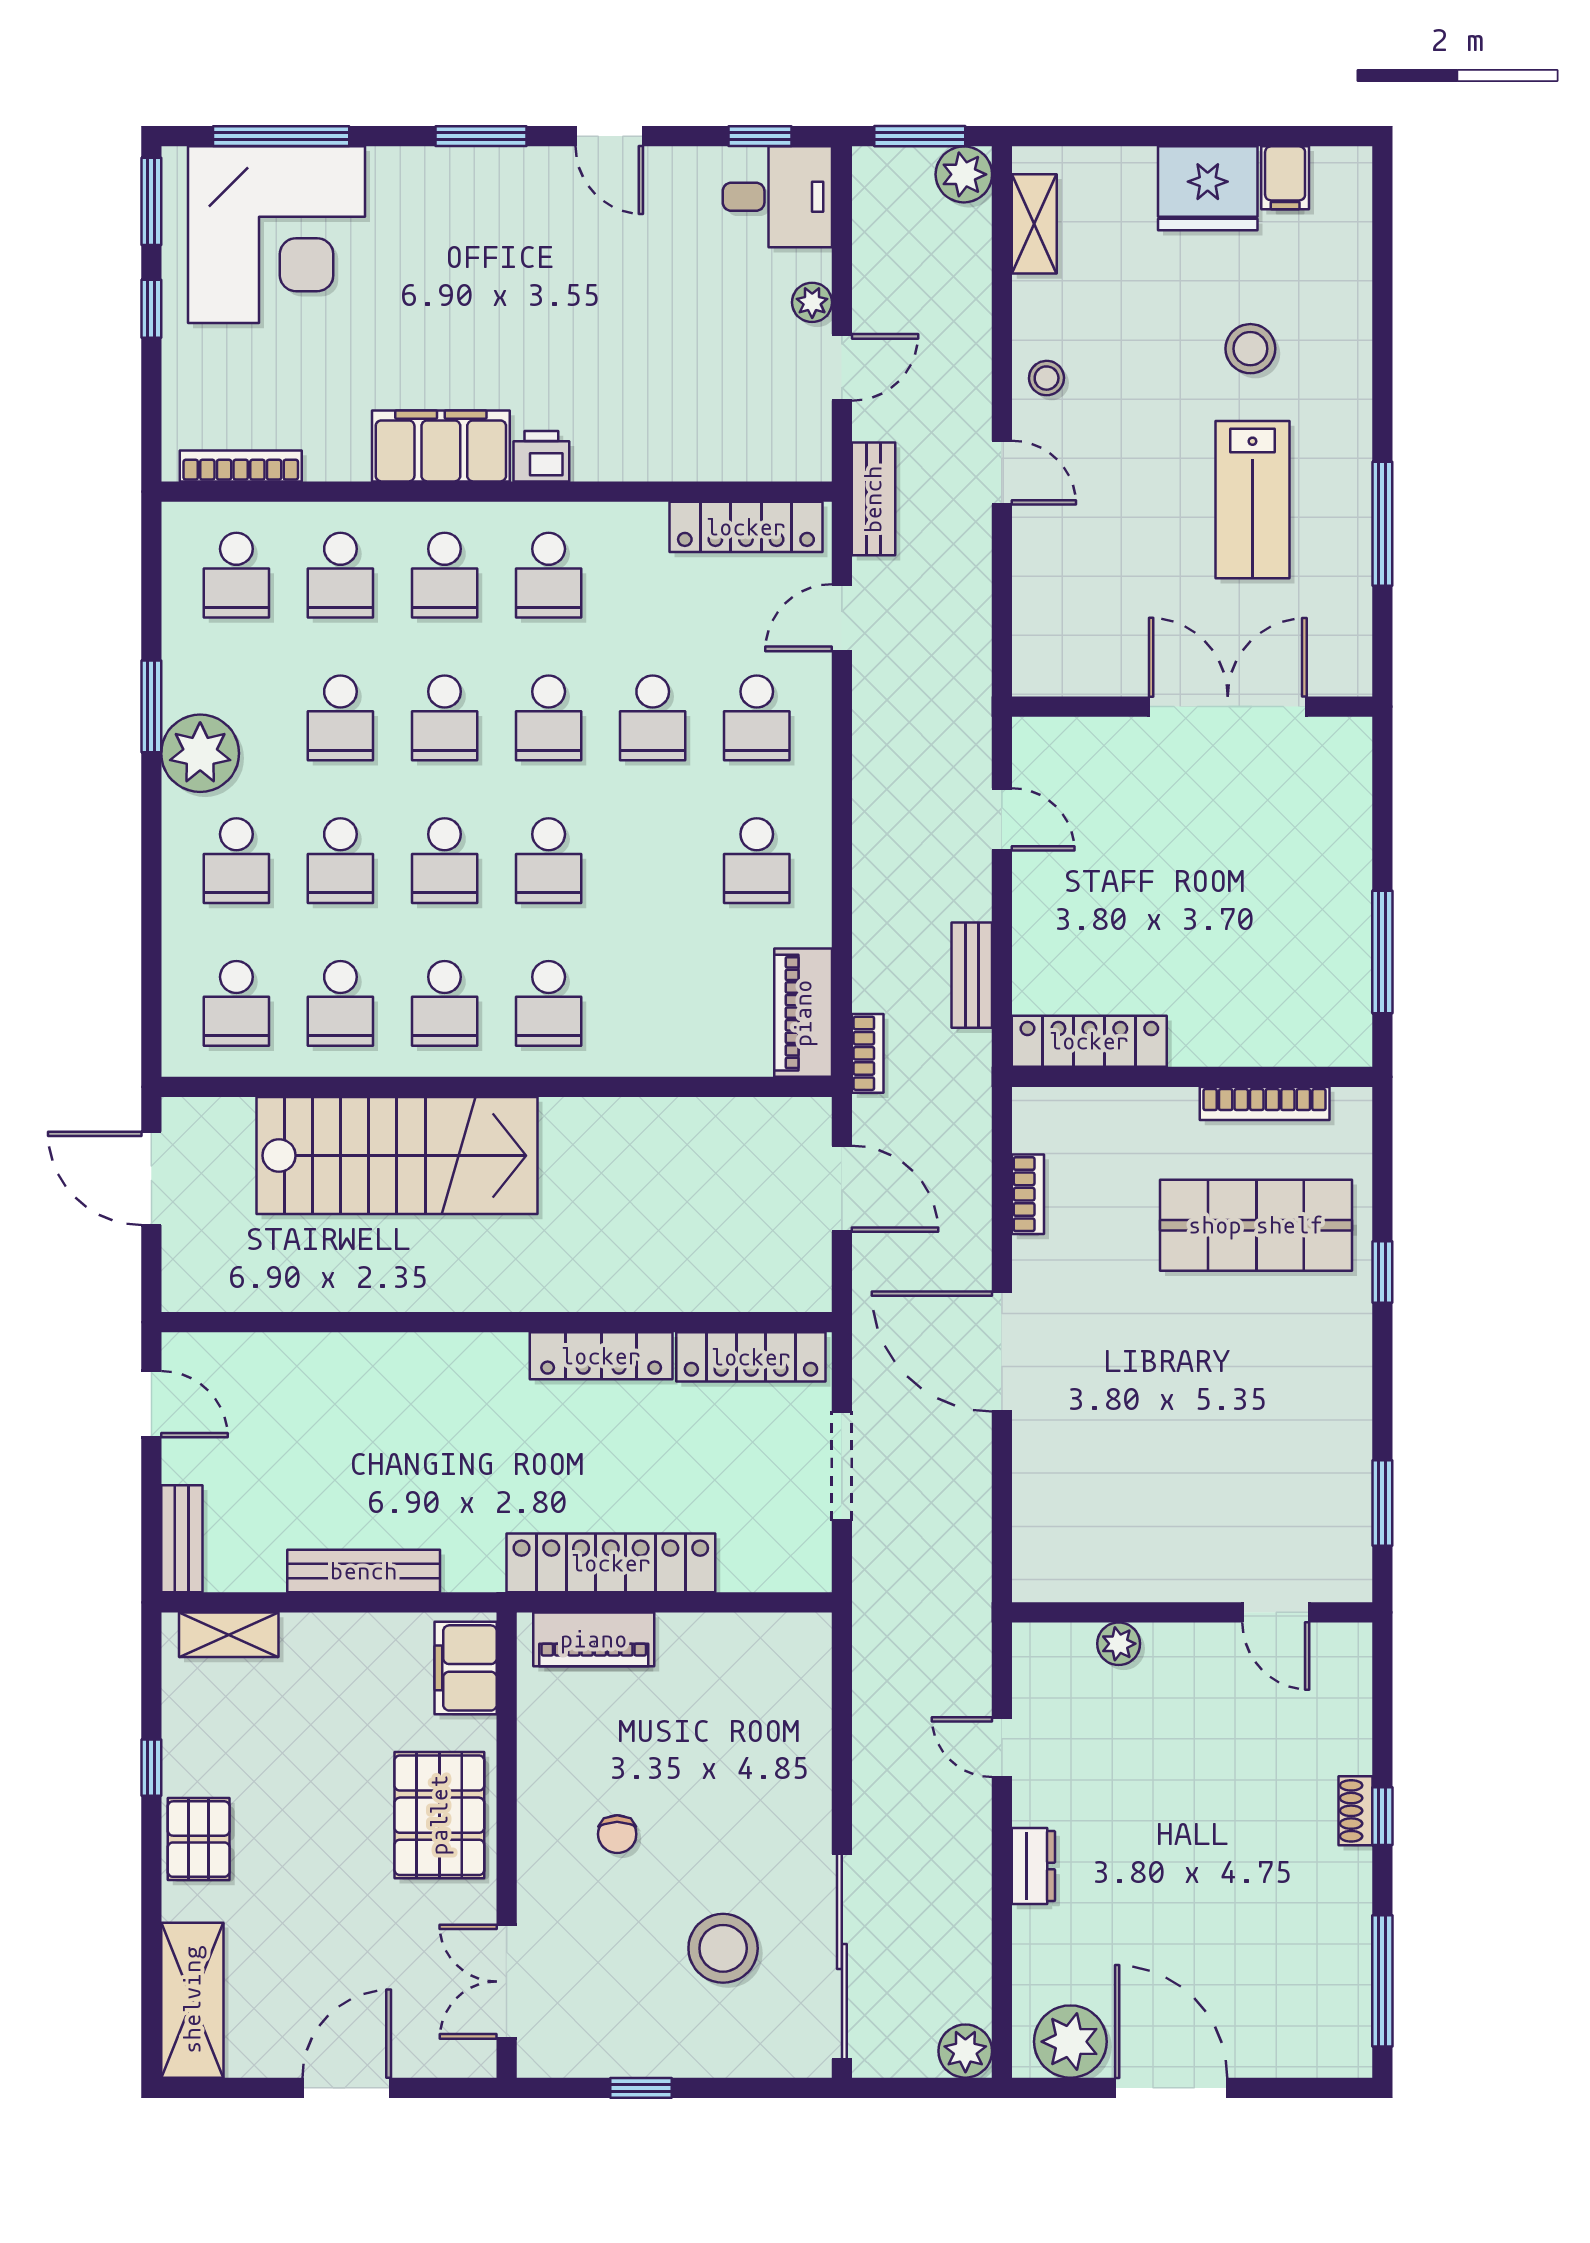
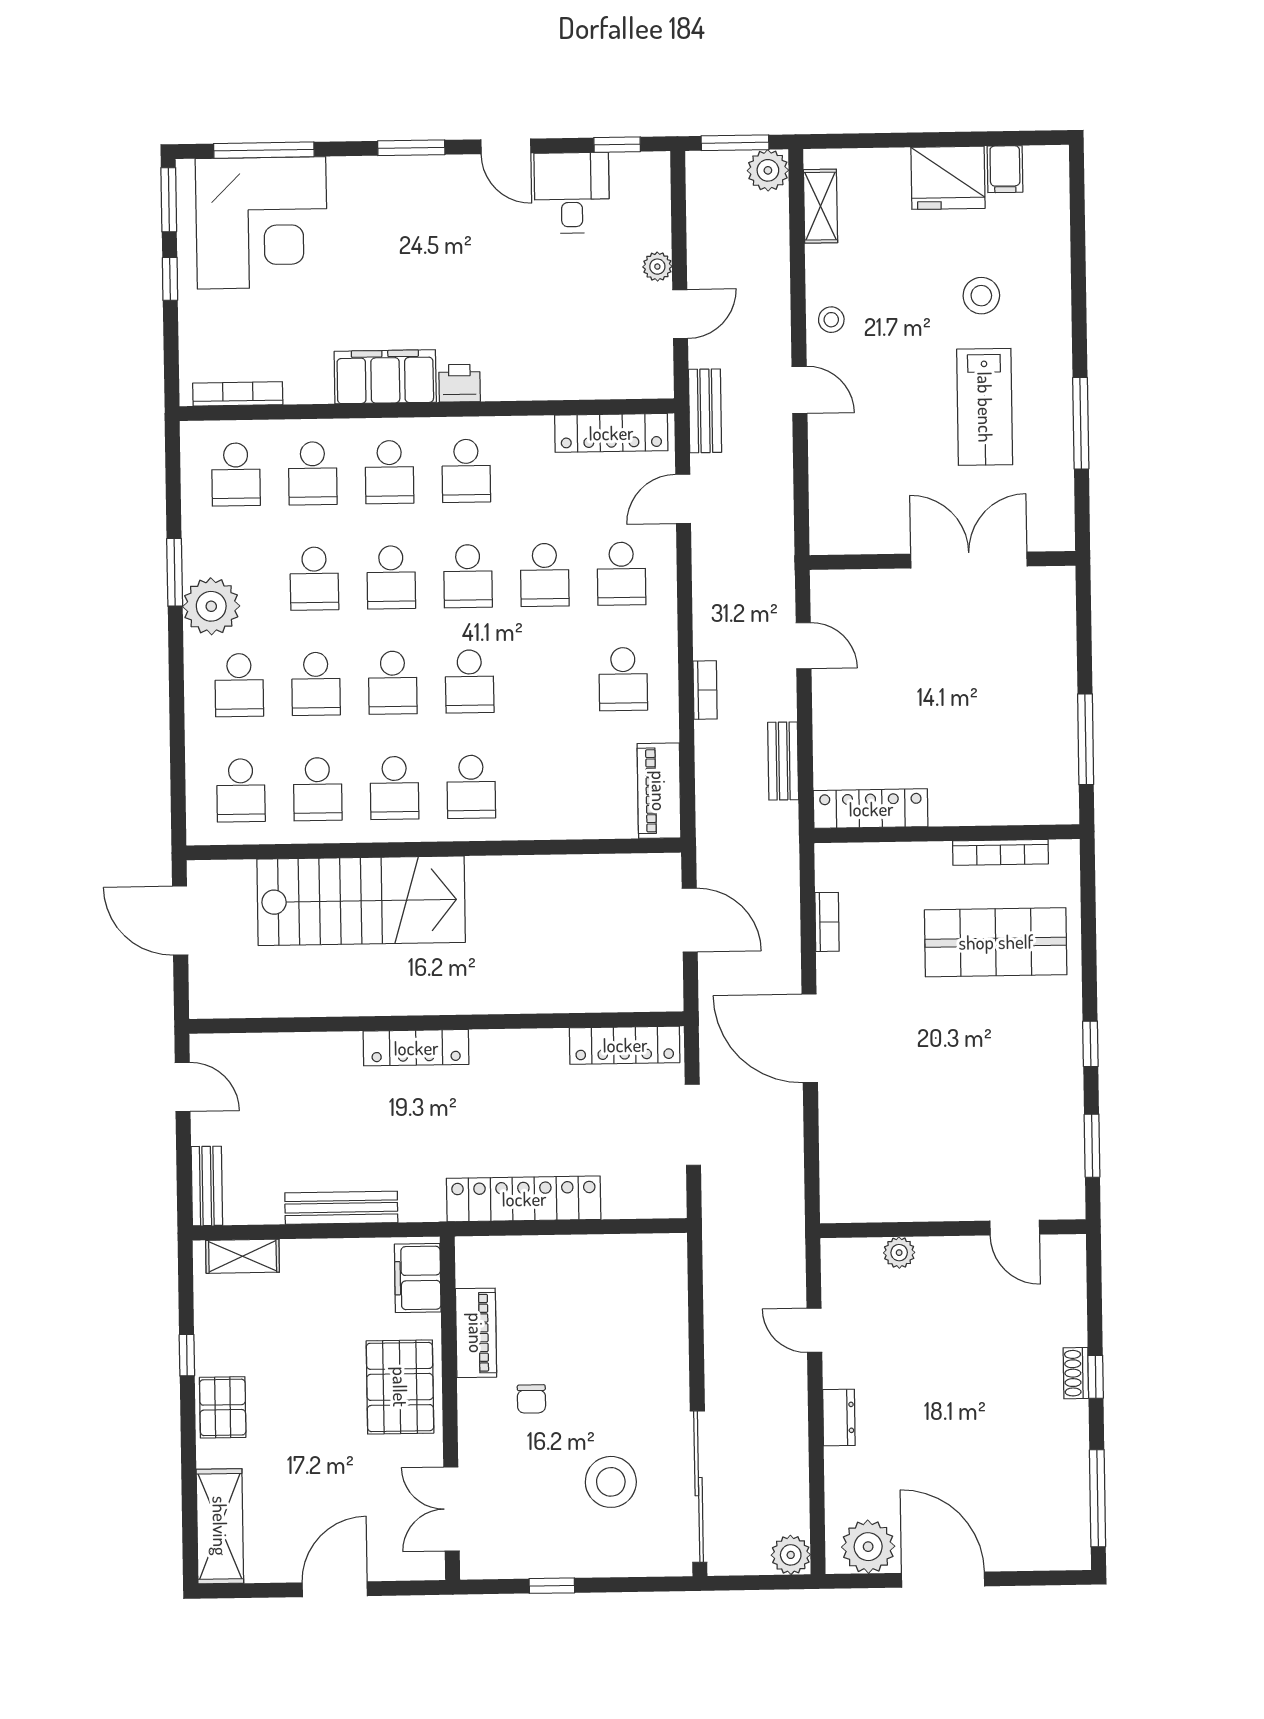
desk: (777, 197) -> (572, 193), moved, turned -90
bookcase: (868, 1053) -> (705, 690), moved
window: (1382, 1272) -> (1090, 1044), moved
locker: (601, 1356) -> (416, 1048), moved
piano: (594, 1639) -> (476, 1333), moved, turned -90

